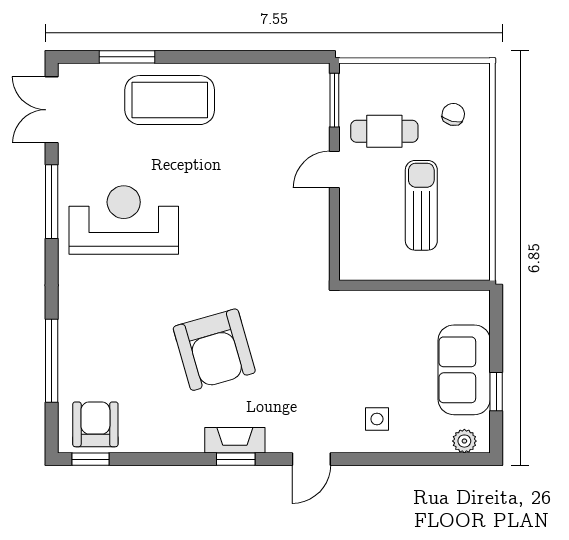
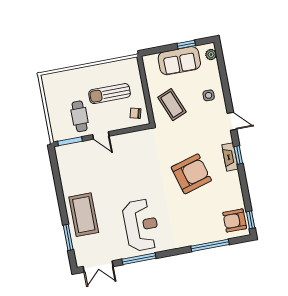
chair: (453, 114) -> (135, 113), moved
reception desk: (124, 220) -> (141, 225), turned 180
coffee table: (372, 336) -> (172, 105), added

